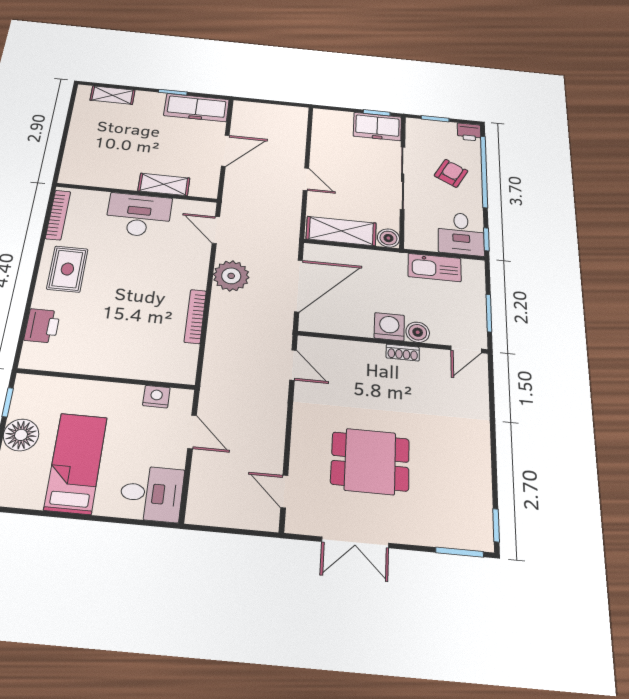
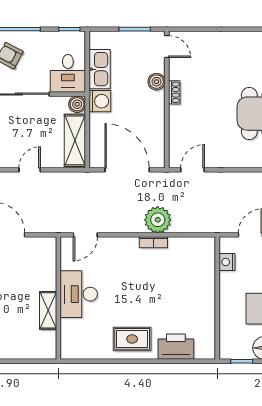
shelving: (164, 184) -> (48, 310), moved
bookcase: (58, 215) -> (86, 354), removed
desk: (461, 234) -> (68, 73), moved, turned 90
plant: (231, 276) -> (158, 220), moved
bookcase: (195, 316) -> (153, 242), width x0.64
printer: (42, 326) -> (176, 347), width x1.37, depth x1.19
washing machine: (389, 327) -> (100, 101), moved, turned 180

